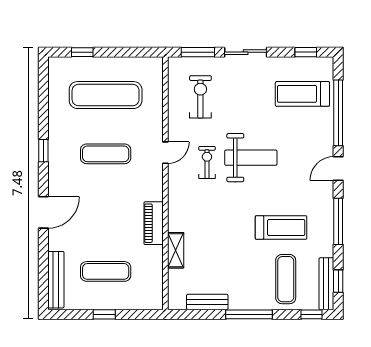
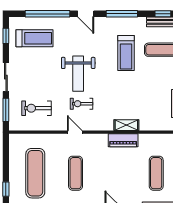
treadmill: (302, 94) -> (34, 38), turned -90
weight bench: (251, 158) -> (78, 74), turned 180
treadmill: (281, 227) -> (126, 53), turned 180
shelving: (176, 250) -> (126, 125), moved

